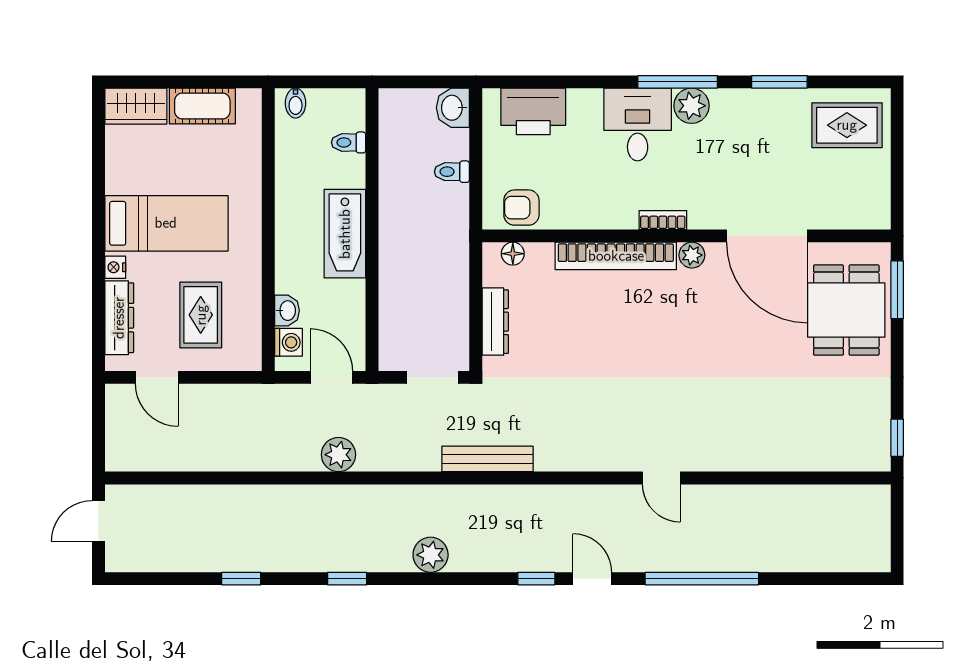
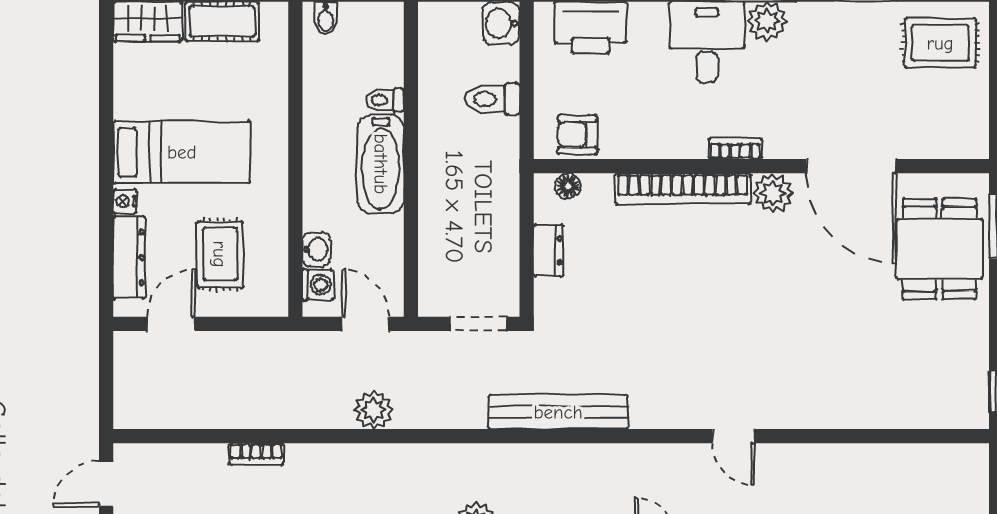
toilet: (349, 142) -> (385, 100), moved
toilet: (452, 172) -> (492, 99), width x1.37, depth x1.39
plant: (692, 255) -> (773, 193), width x1.38, depth x1.38
dresser: (495, 322) -> (548, 250), width x0.70
door: (157, 377) -> (171, 324), swing flipped
bench: (487, 459) -> (558, 412), width x1.37, depth x1.21
bookcase: (233, 494) -> (256, 454), added

